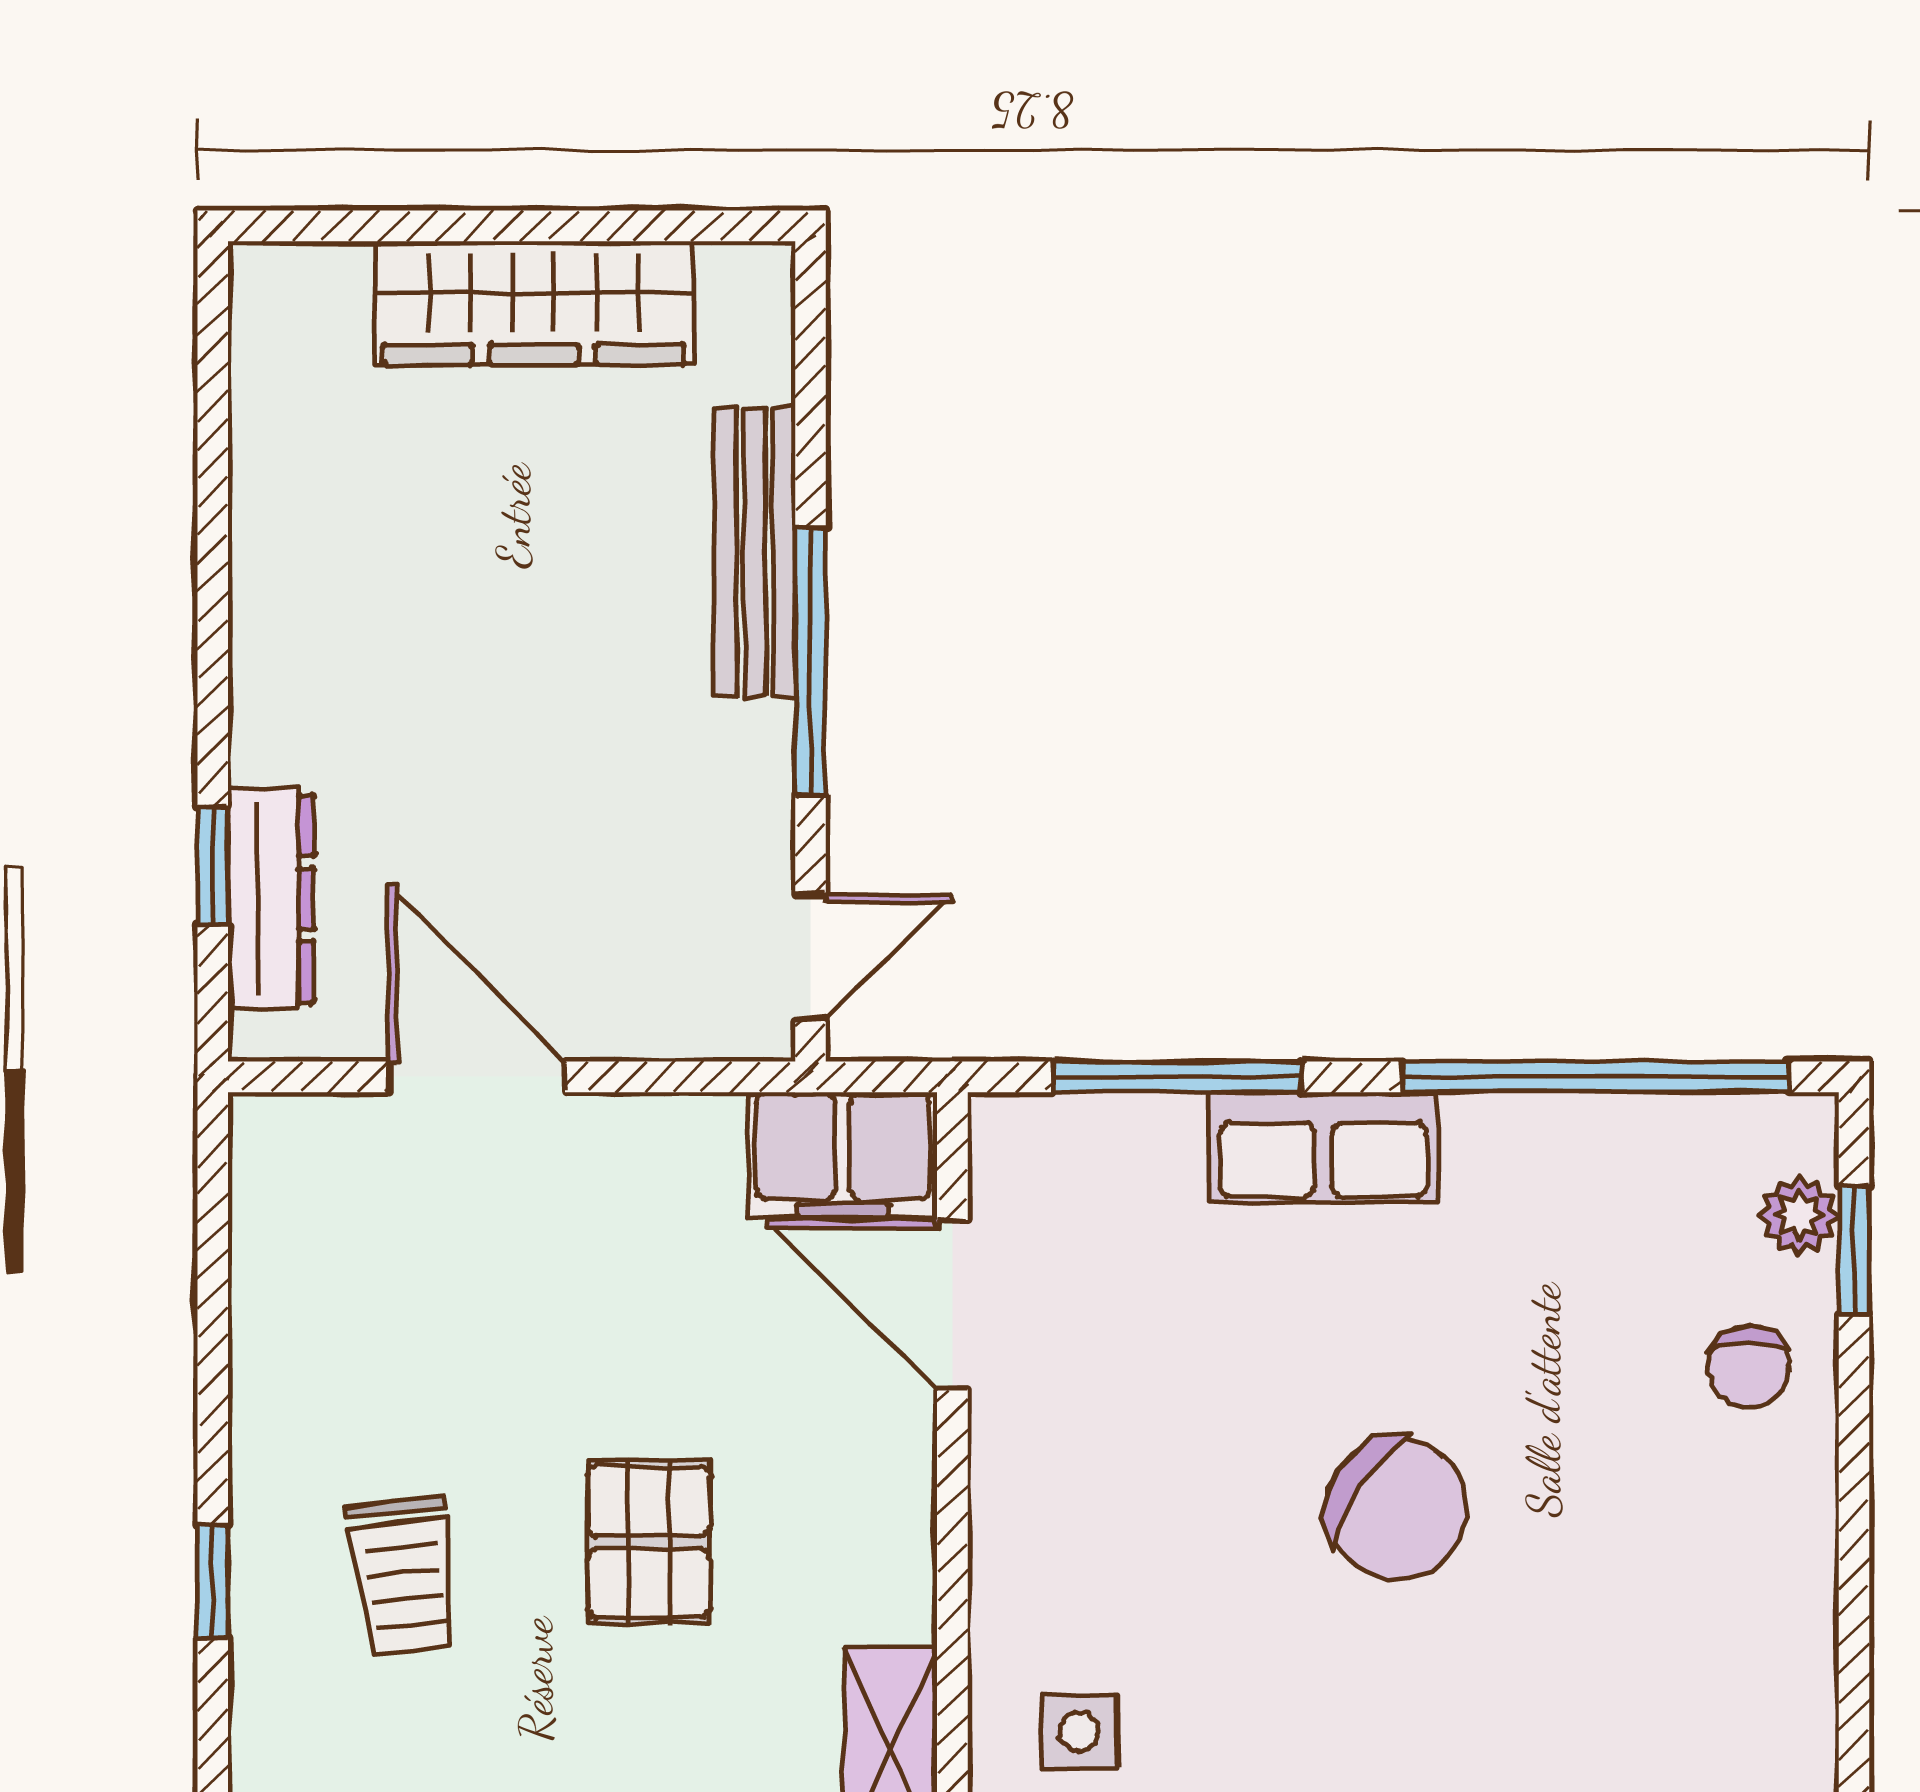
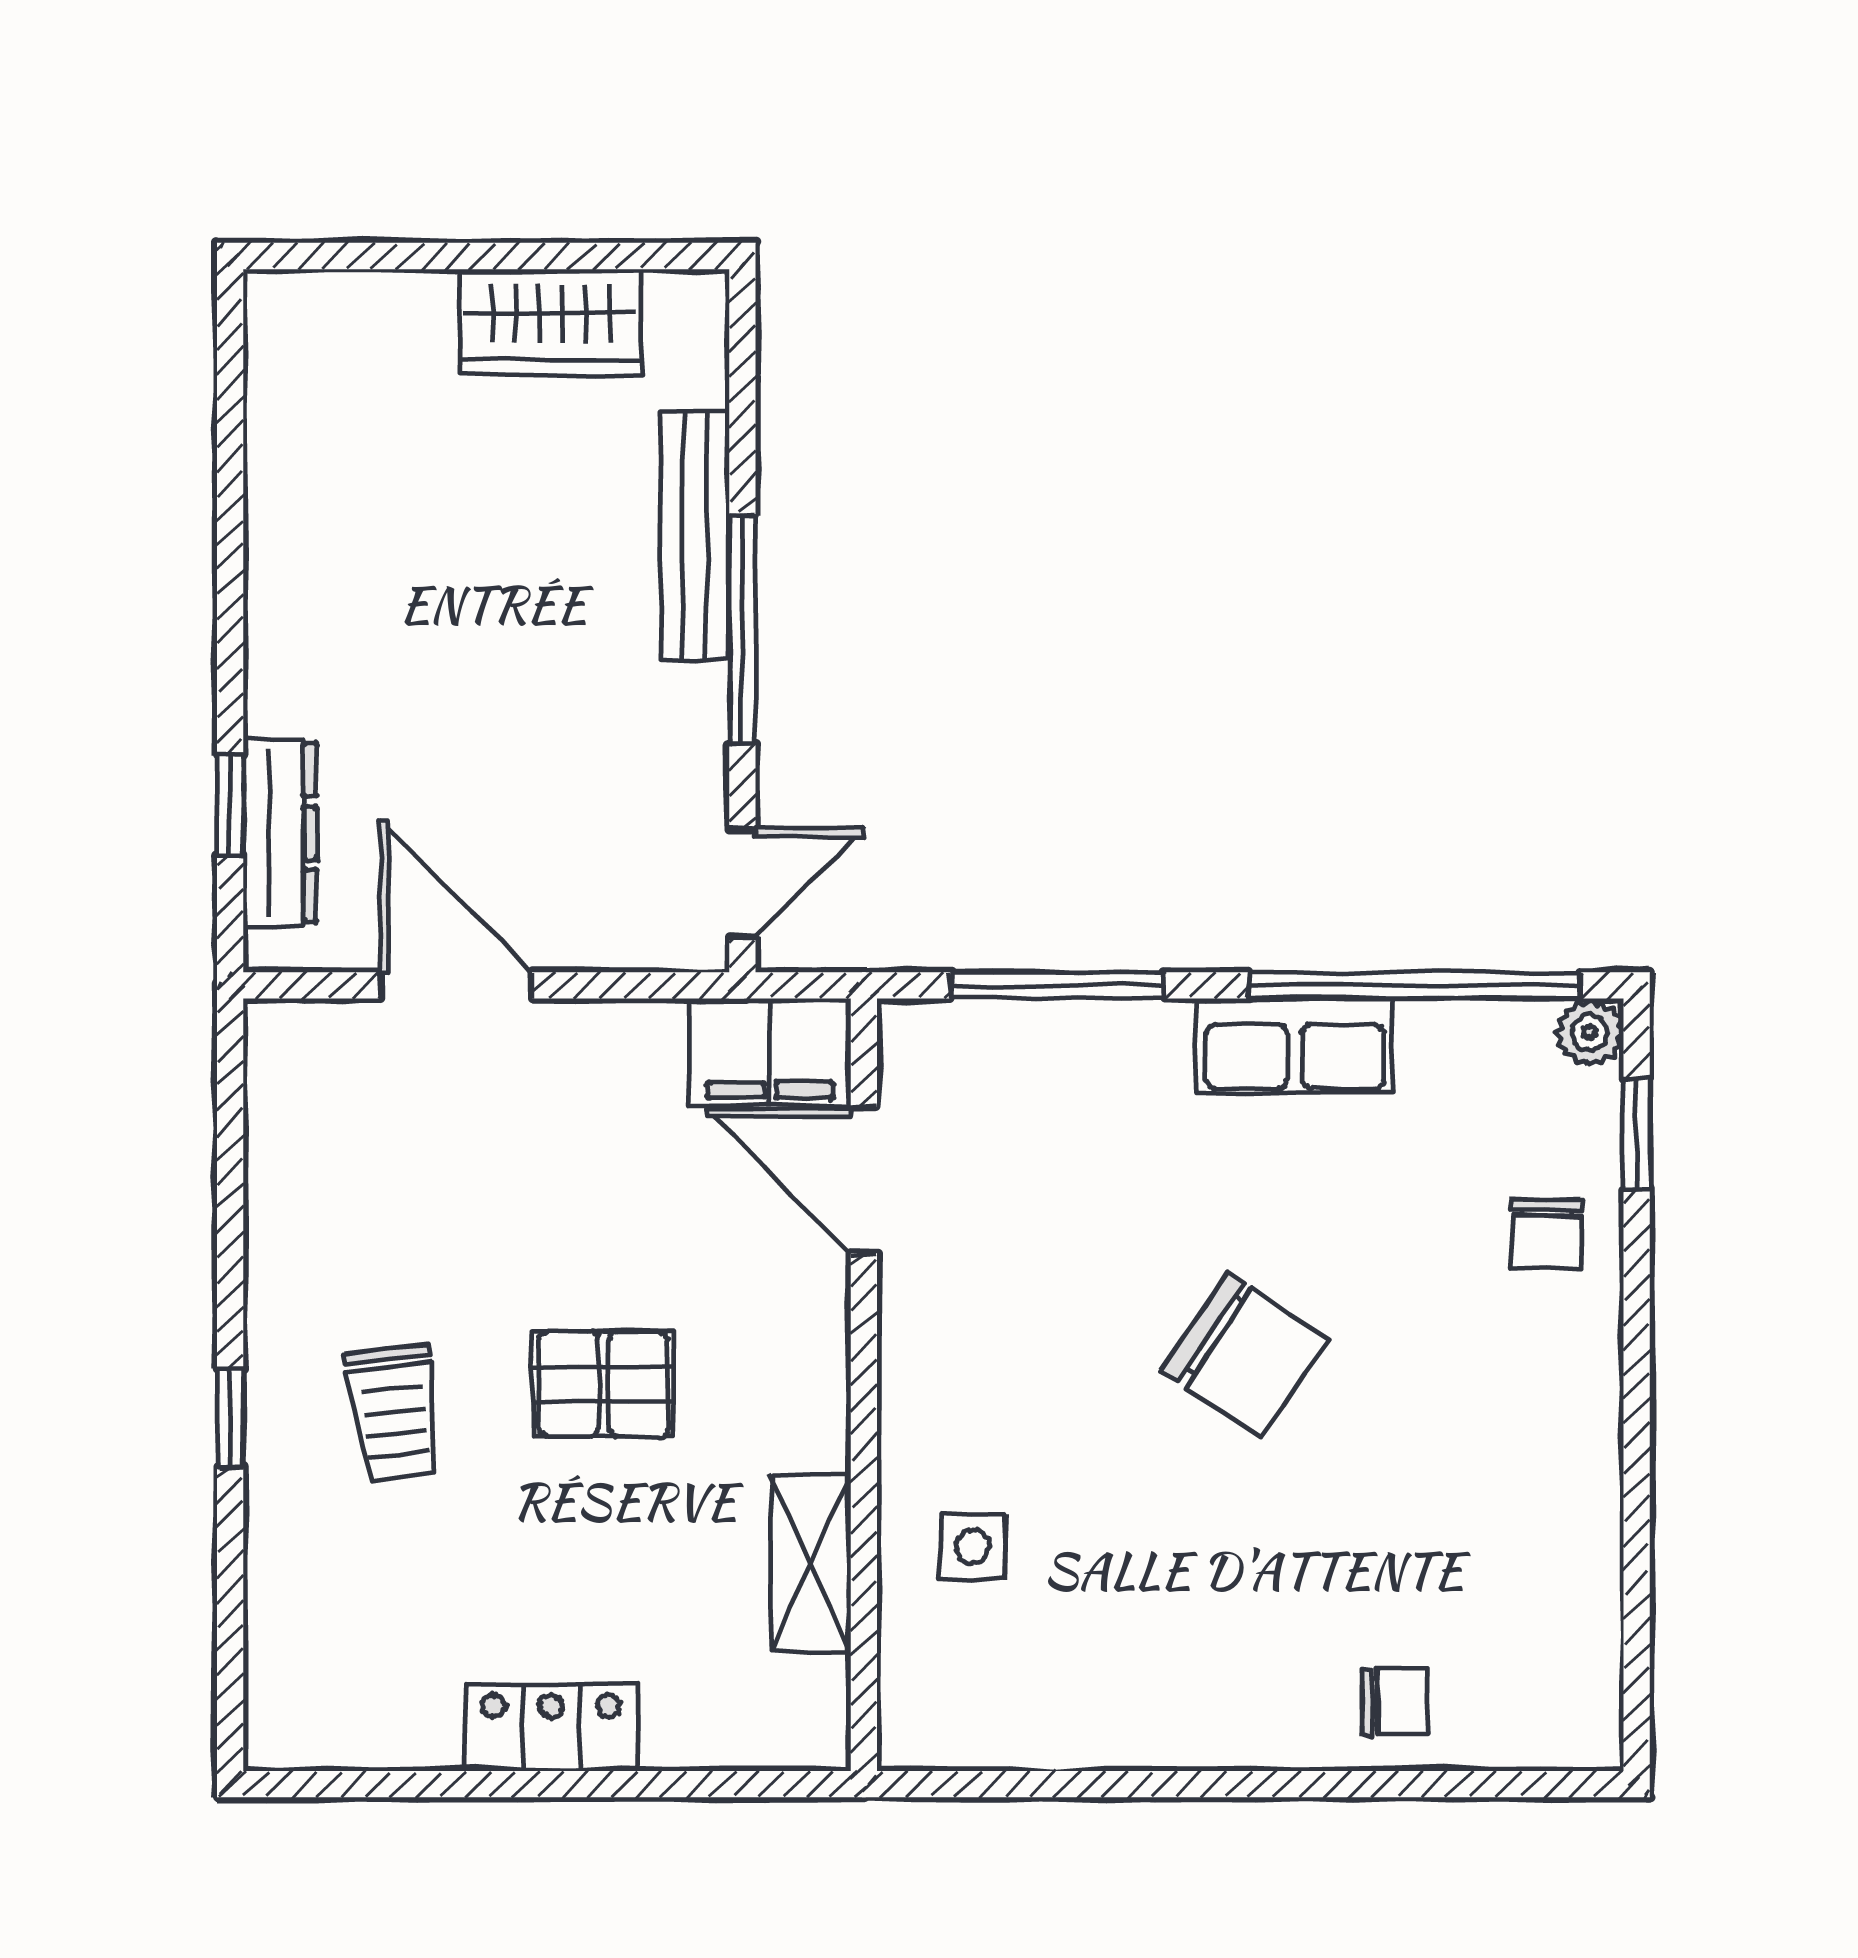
wardrobe: (534, 303) -> (551, 322), width x0.67
row of seats: (1323, 1147) -> (1295, 1045), moved
plant: (1799, 1216) -> (1590, 1032), moved
pallet: (649, 1542) -> (604, 1384), turned 90

